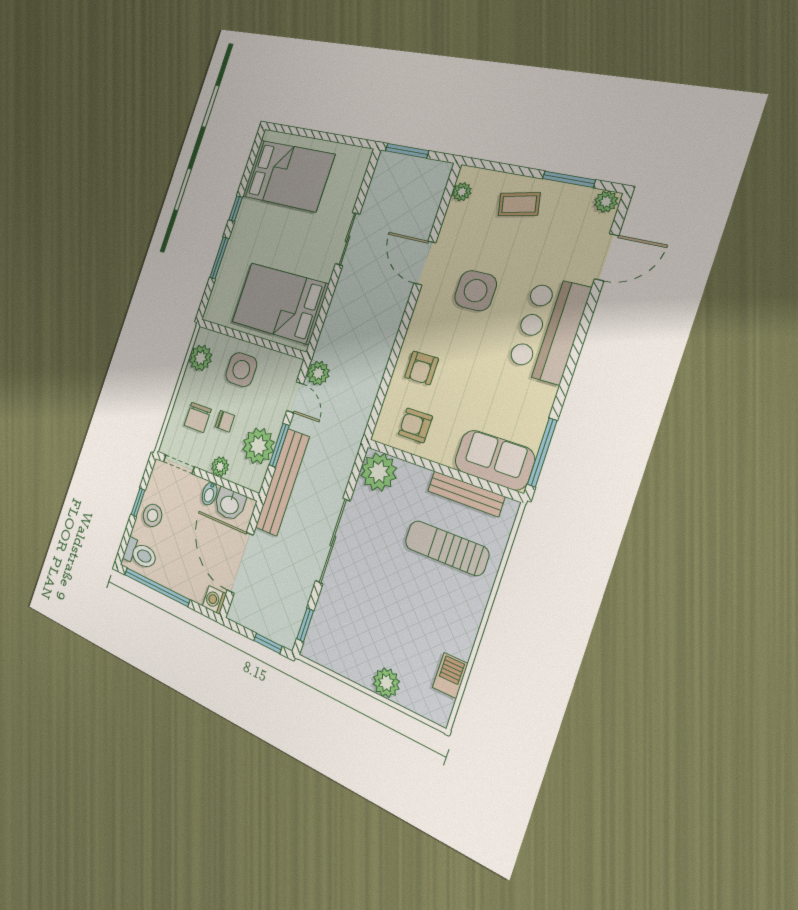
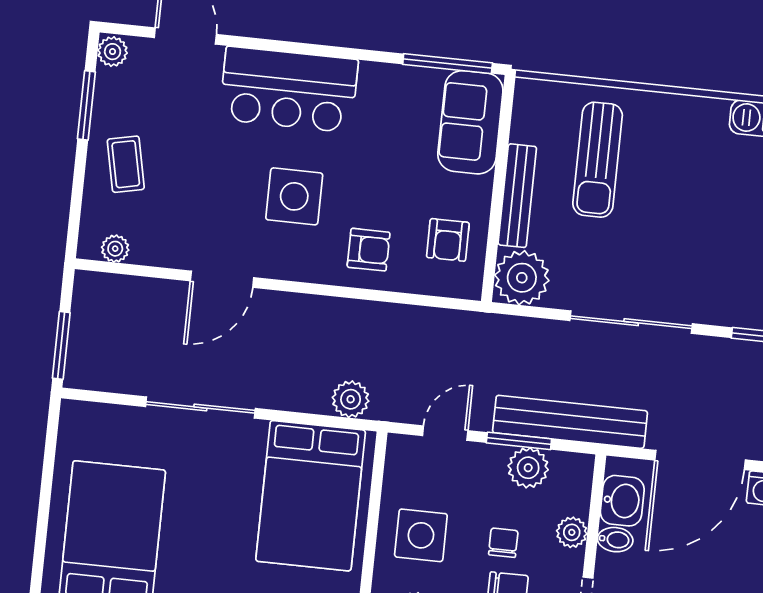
sliding door: (348, 239) -> (200, 407), width x1.37
side table: (476, 291) -> (294, 196), moved
plant: (318, 373) -> (351, 399), moved
plant: (258, 446) -> (528, 468), width x0.73, depth x0.73
bench: (466, 494) -> (517, 196), moved

